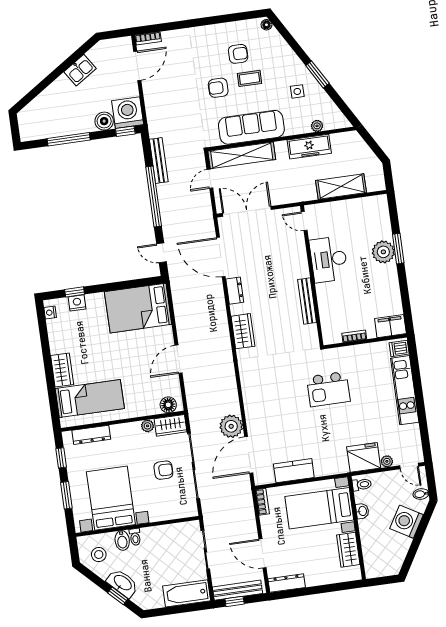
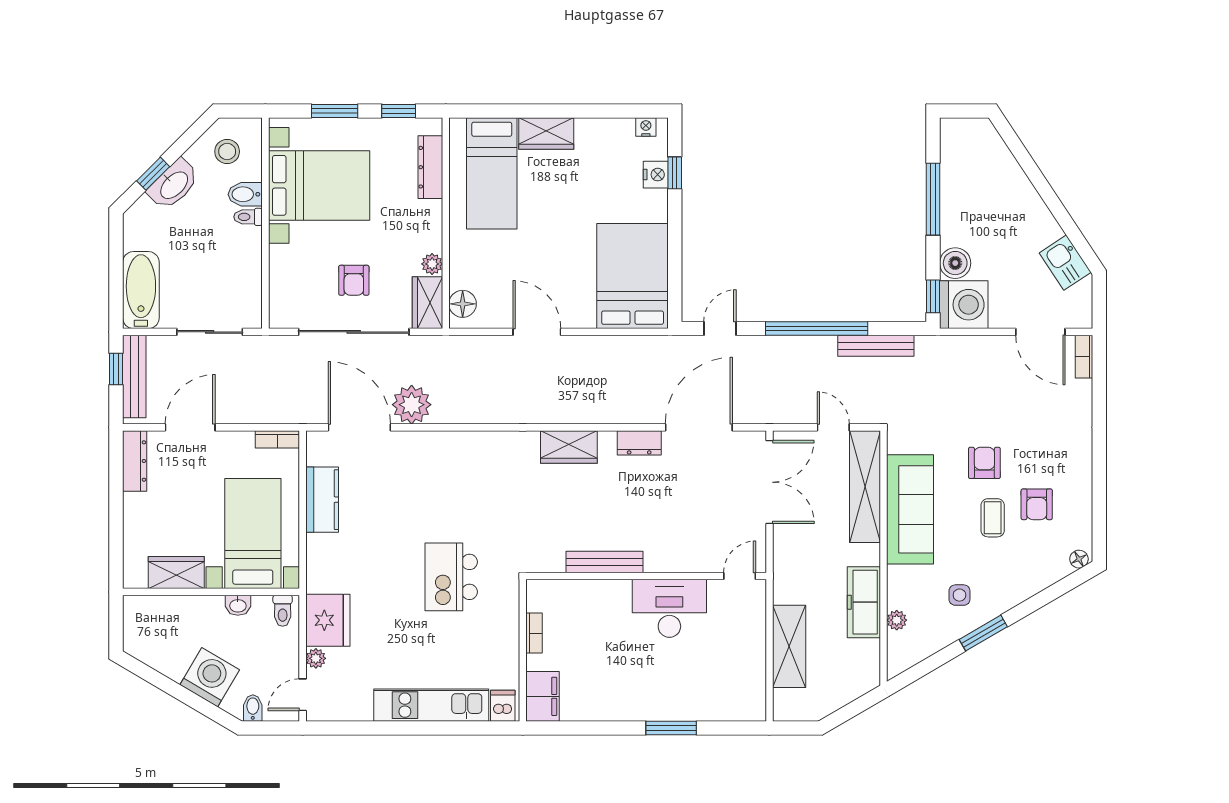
kitchen sink: (80, 70) -> (1065, 263), moved
plant: (383, 252) -> (669, 702), removed

